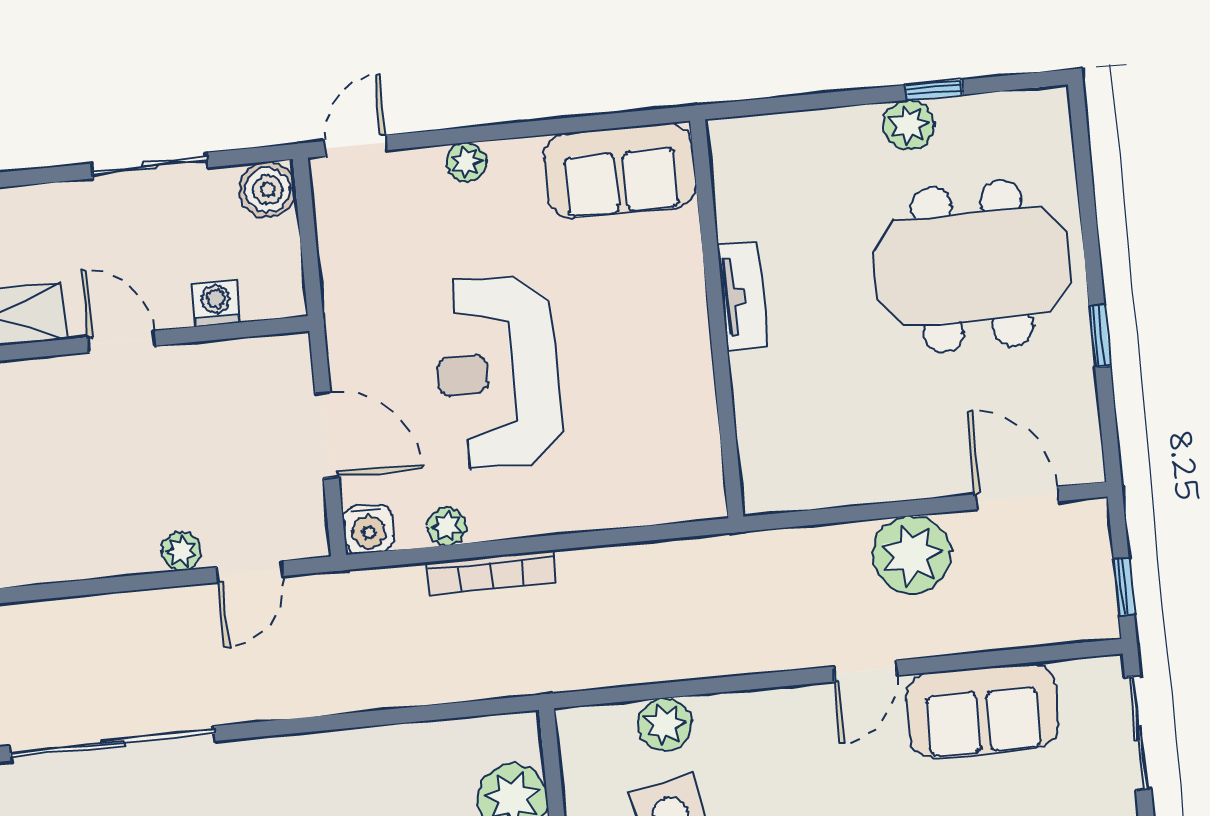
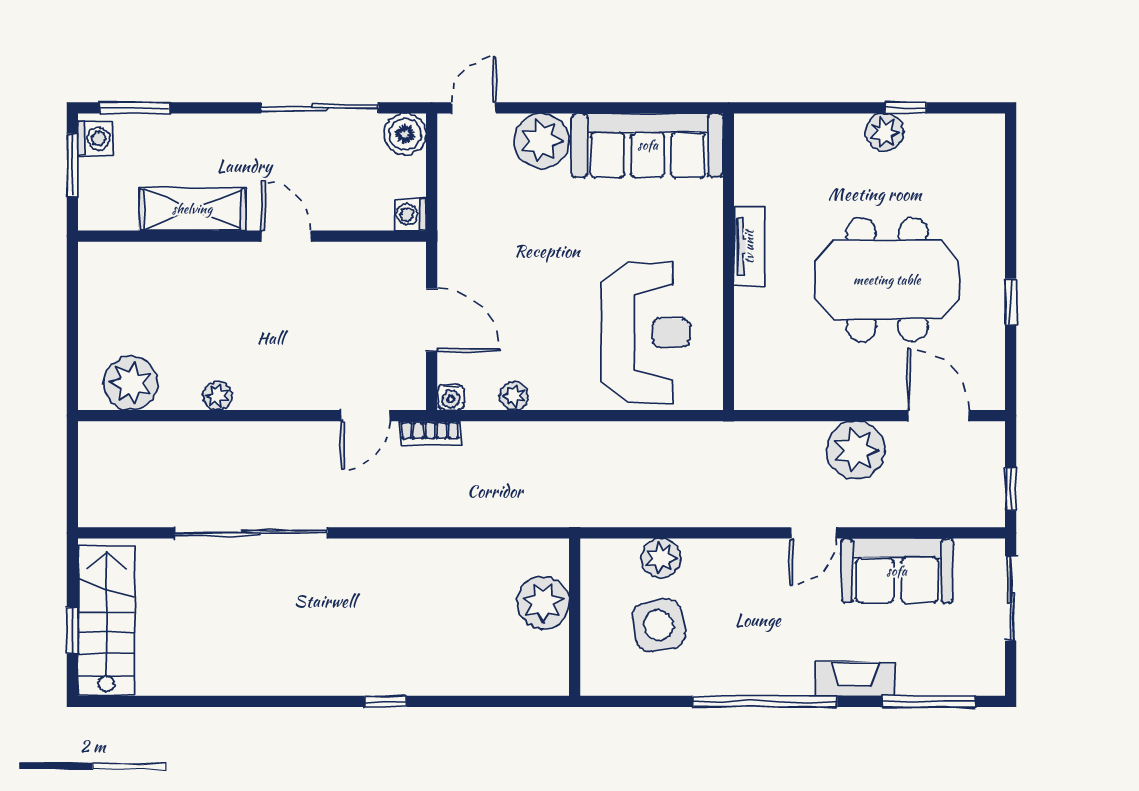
plant: (467, 162) -> (542, 141), width x1.87, depth x1.87
sliding door: (150, 165) -> (320, 108), width x1.37
sofa: (620, 171) -> (648, 145), width x1.36
meeting table: (972, 267) -> (887, 280), moved
washing machine: (216, 303) -> (410, 215), moved, turned -90
reception desk: (497, 372) -> (646, 333), moved, turned 180
water cooler: (368, 529) -> (451, 397), width x0.72, depth x0.72
plant: (181, 551) -> (217, 396), moved
bookcase: (491, 572) -> (430, 433), moved, width x0.64

